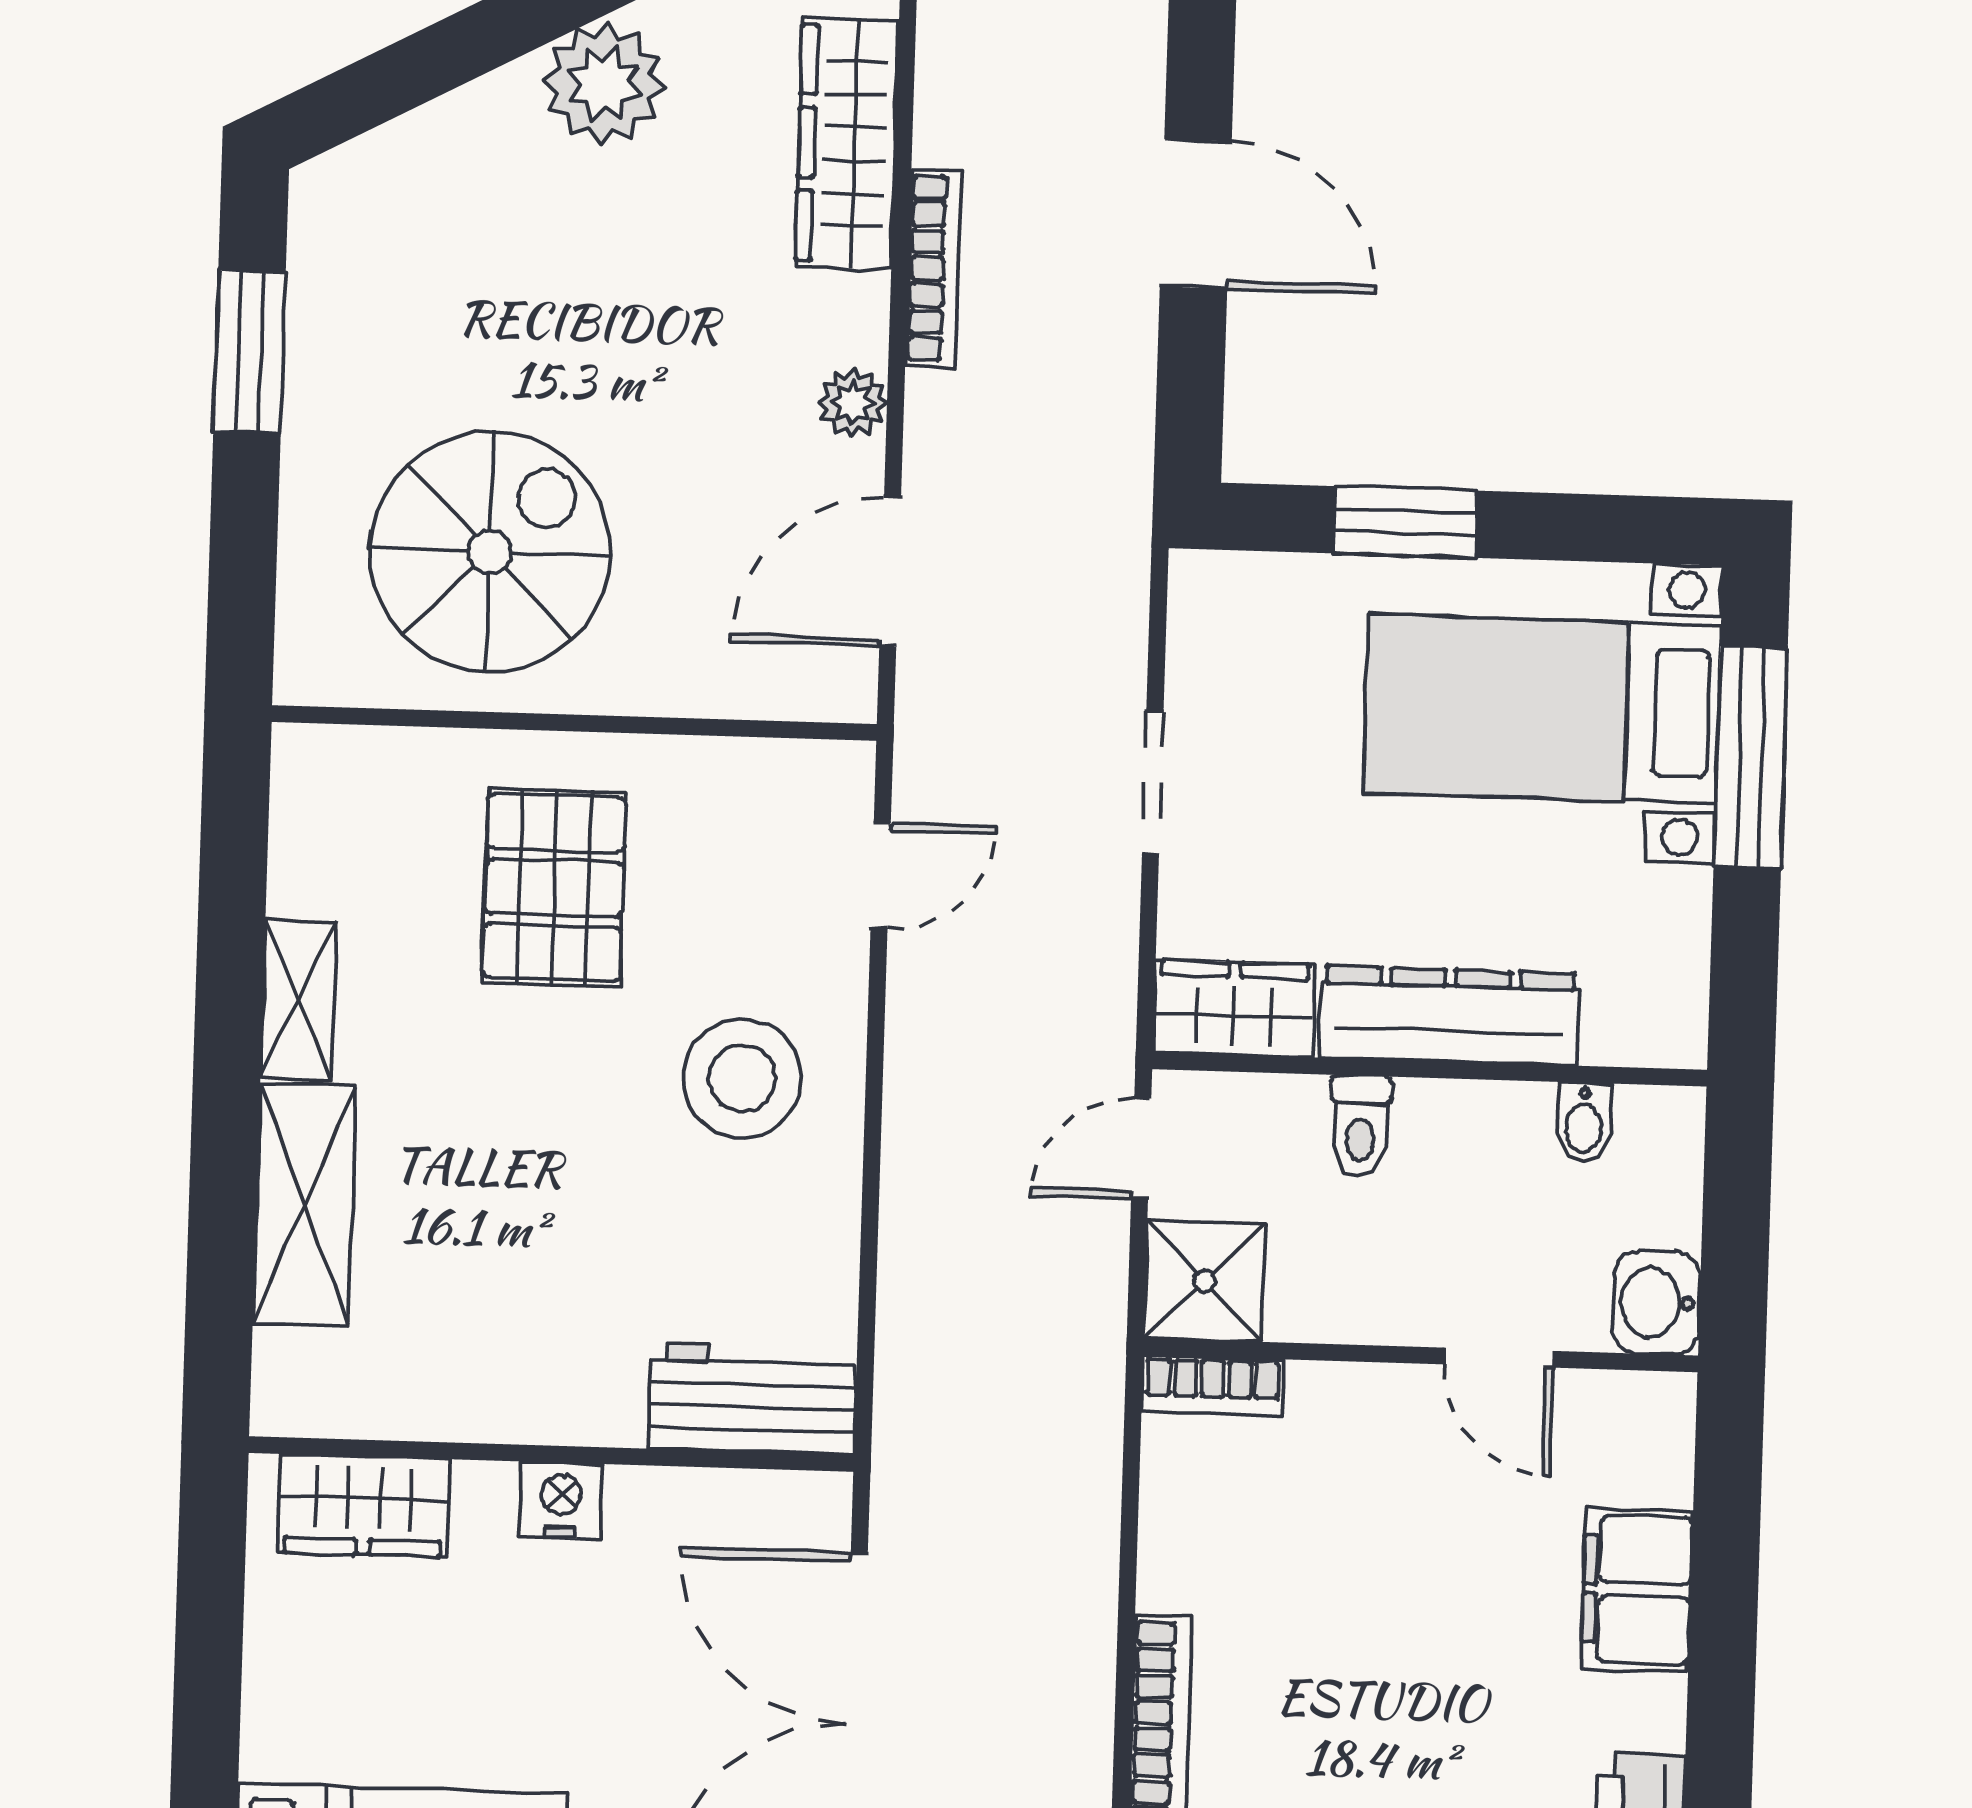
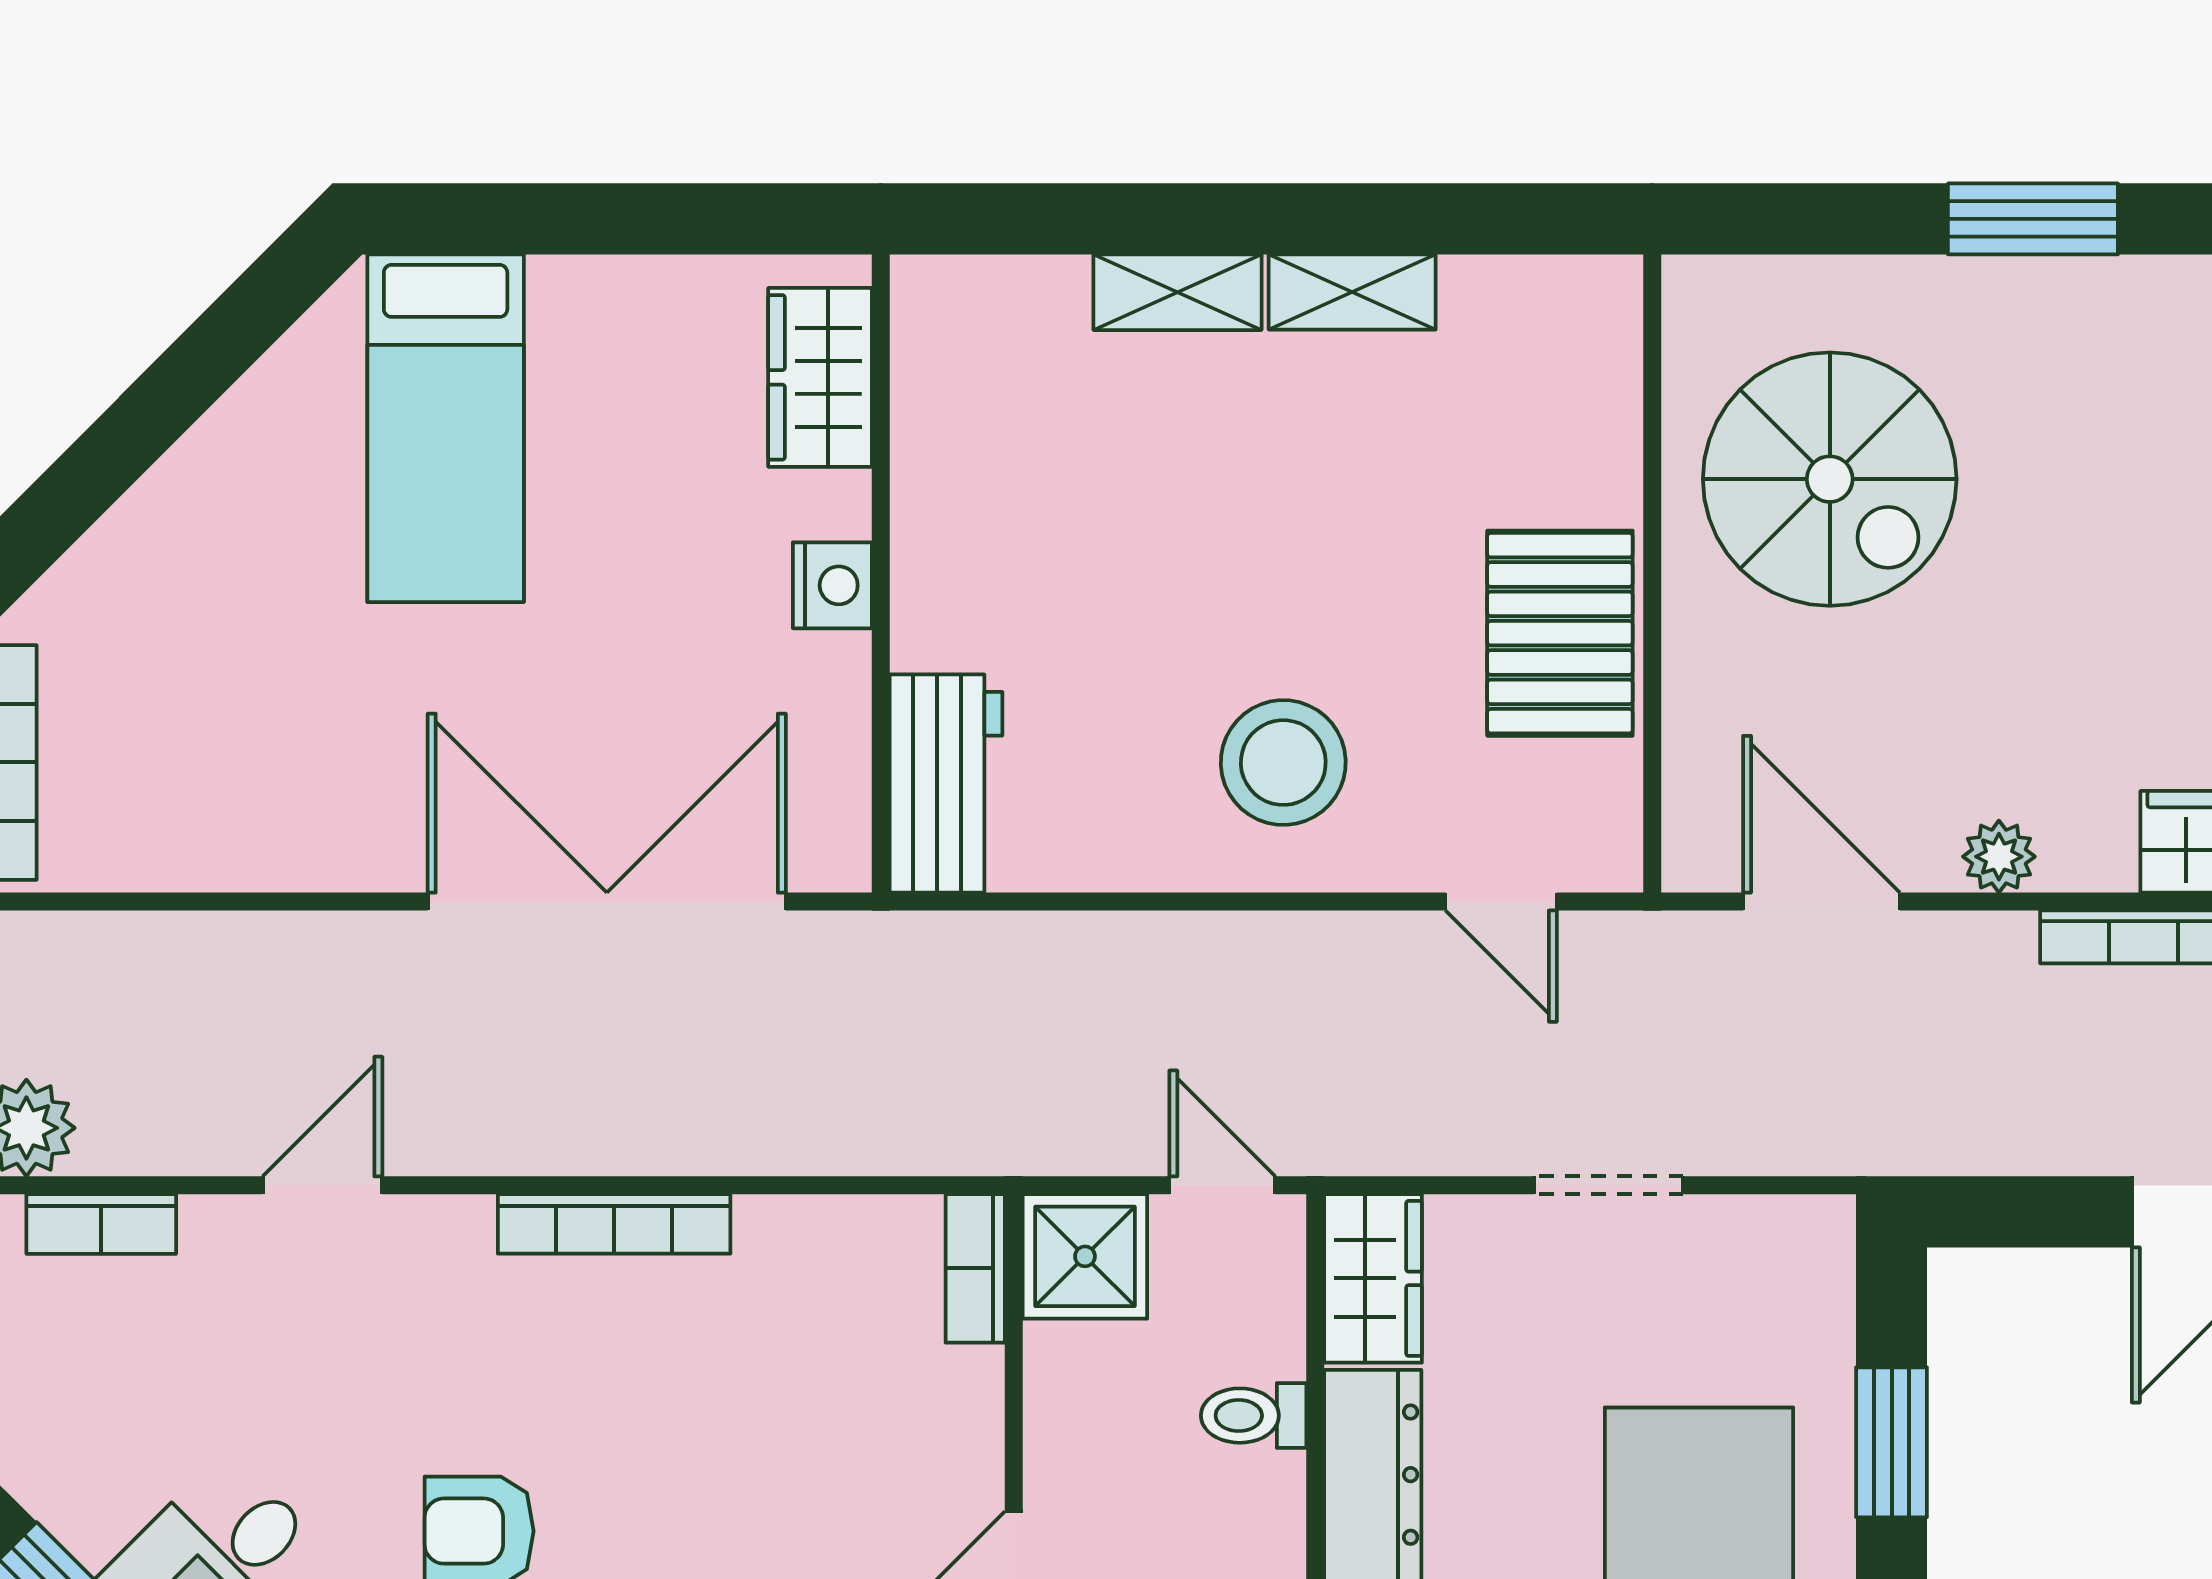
pallet: (554, 888) -> (1560, 633), moved, turned 90
shelving: (304, 1205) -> (1178, 292), width x0.67, depth x0.75

